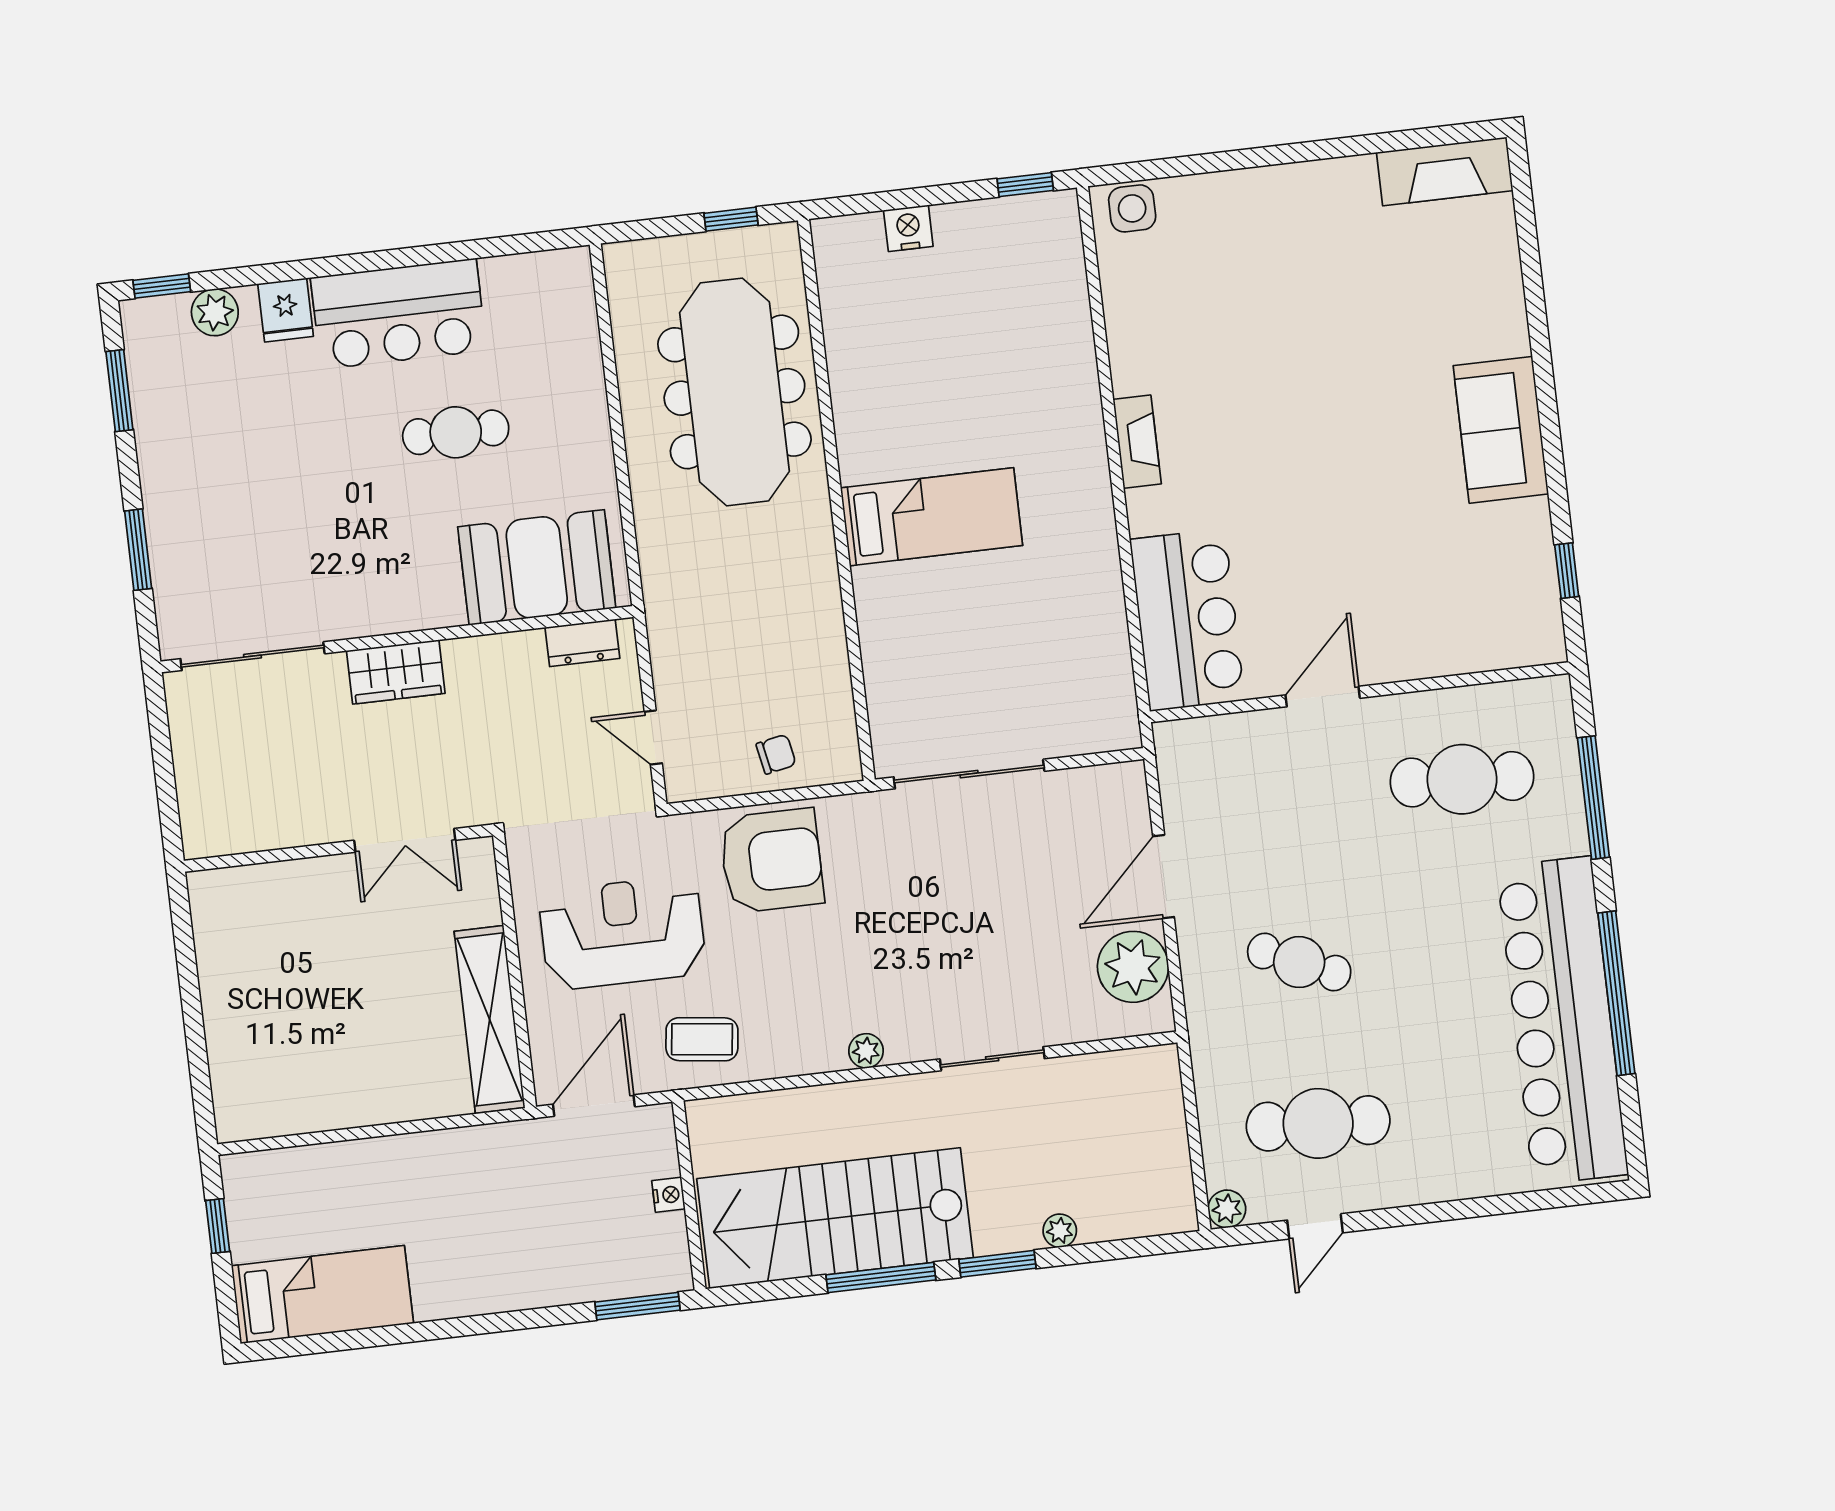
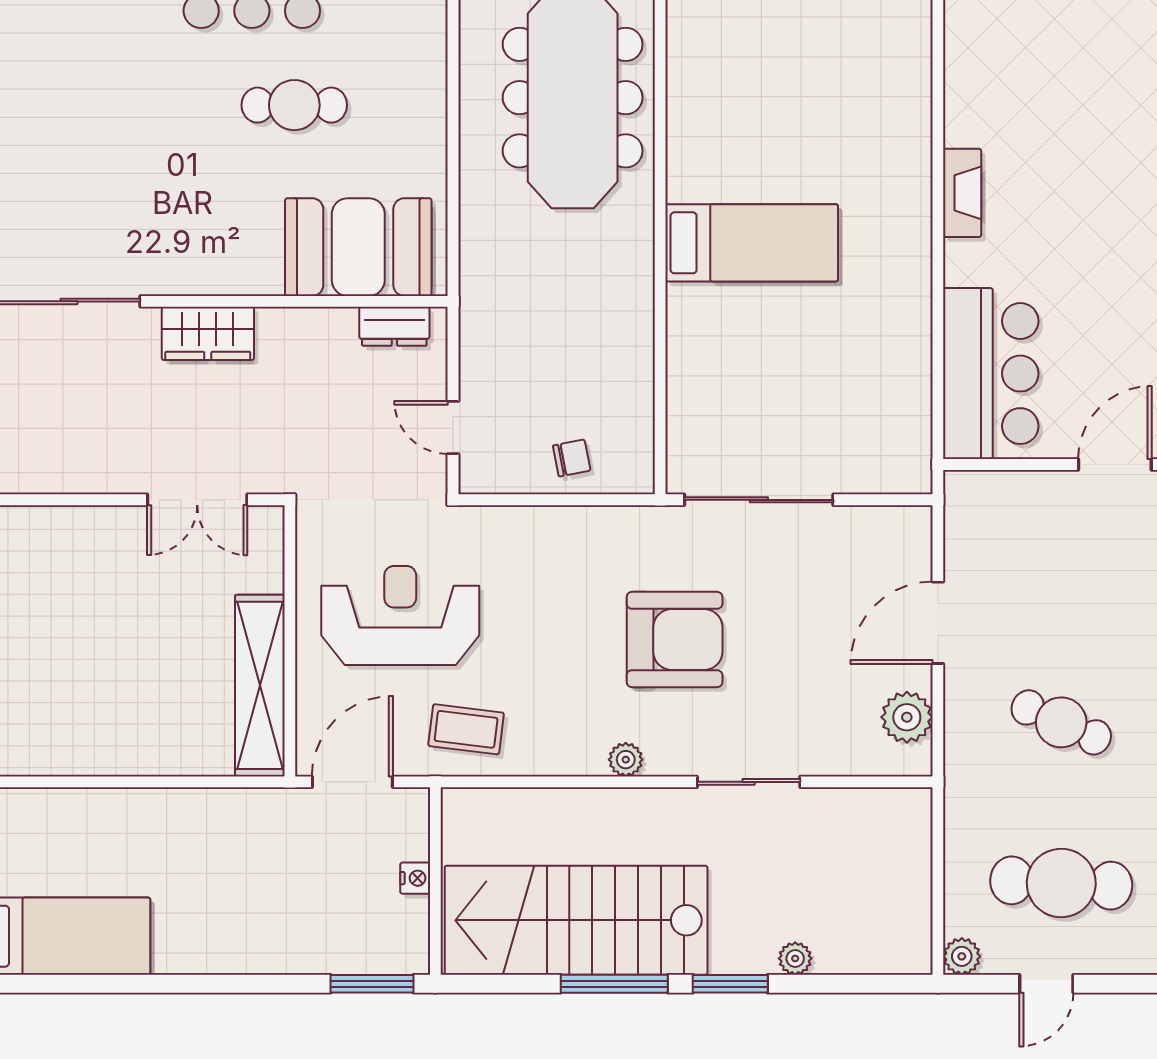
armchair: (772, 861) -> (675, 639), moved
plant: (1133, 967) -> (907, 717), width x0.73, depth x0.73

